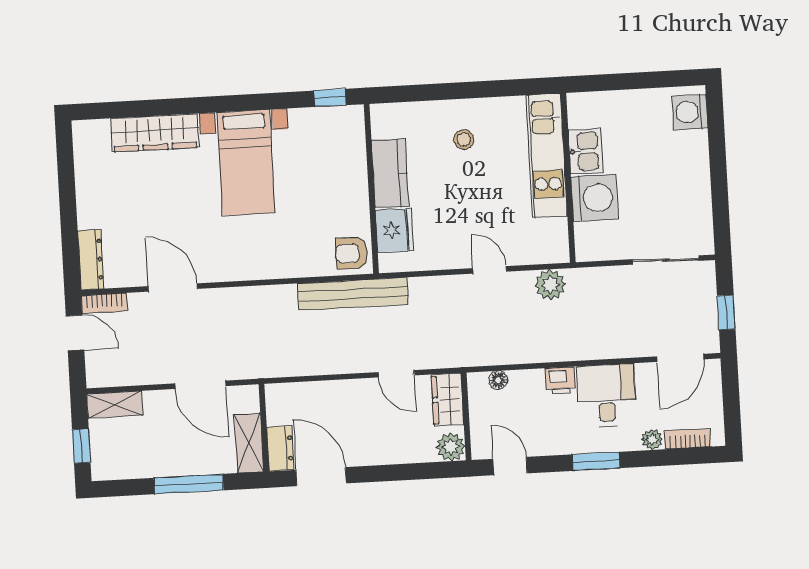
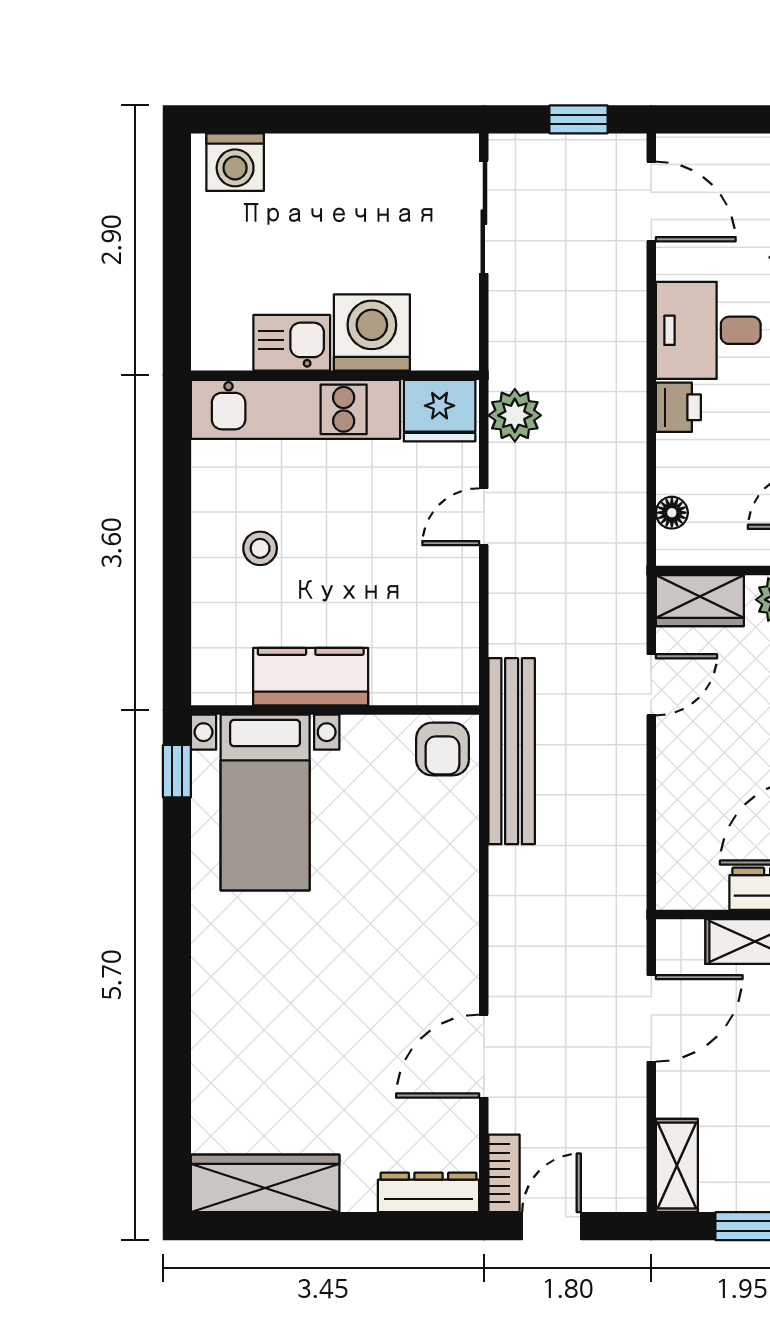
wardrobe: (155, 133) -> (265, 1183), moved, turned -90
bed with nightstands: (246, 163) -> (265, 802), moved, turned 90
fridge: (394, 230) -> (440, 411), moved, turned 180

